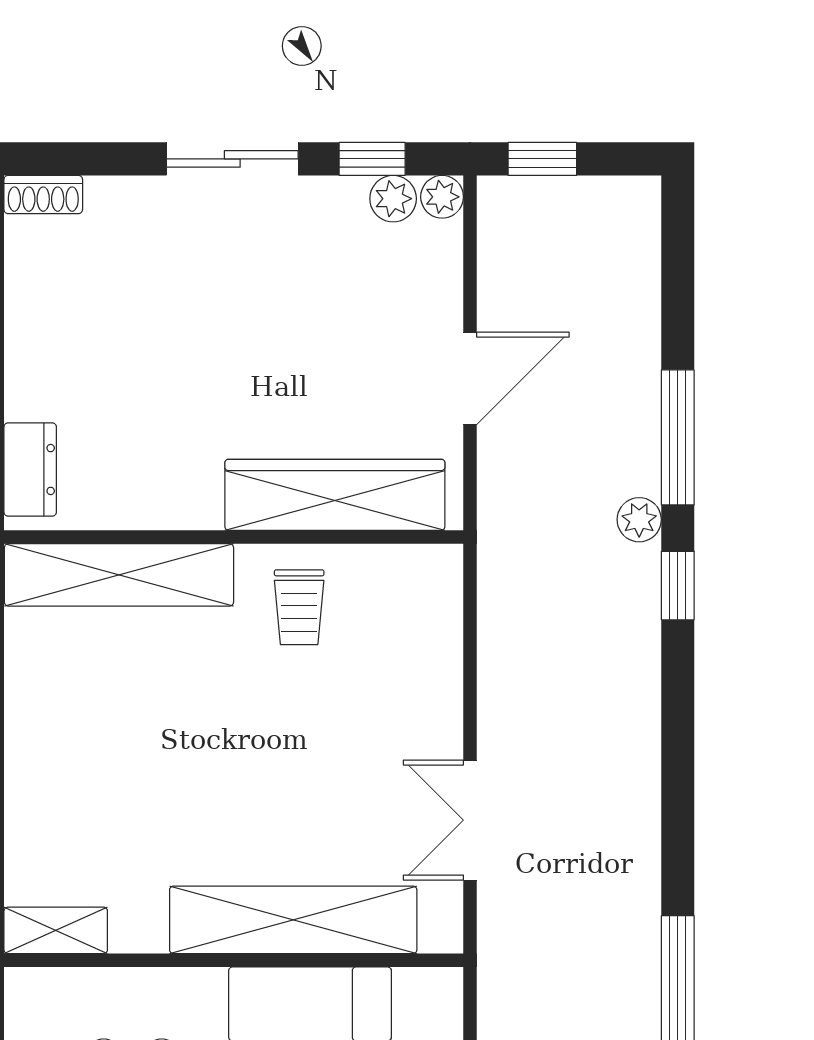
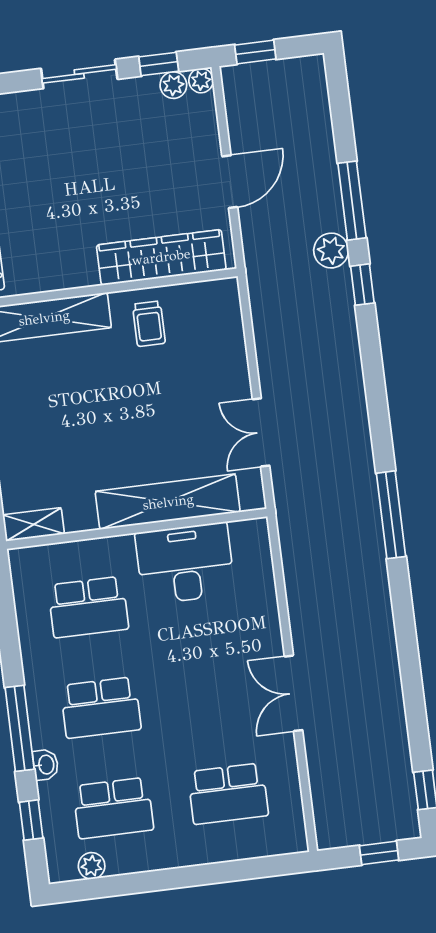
plant: (639, 520) -> (331, 251), width x1.38, depth x1.38

